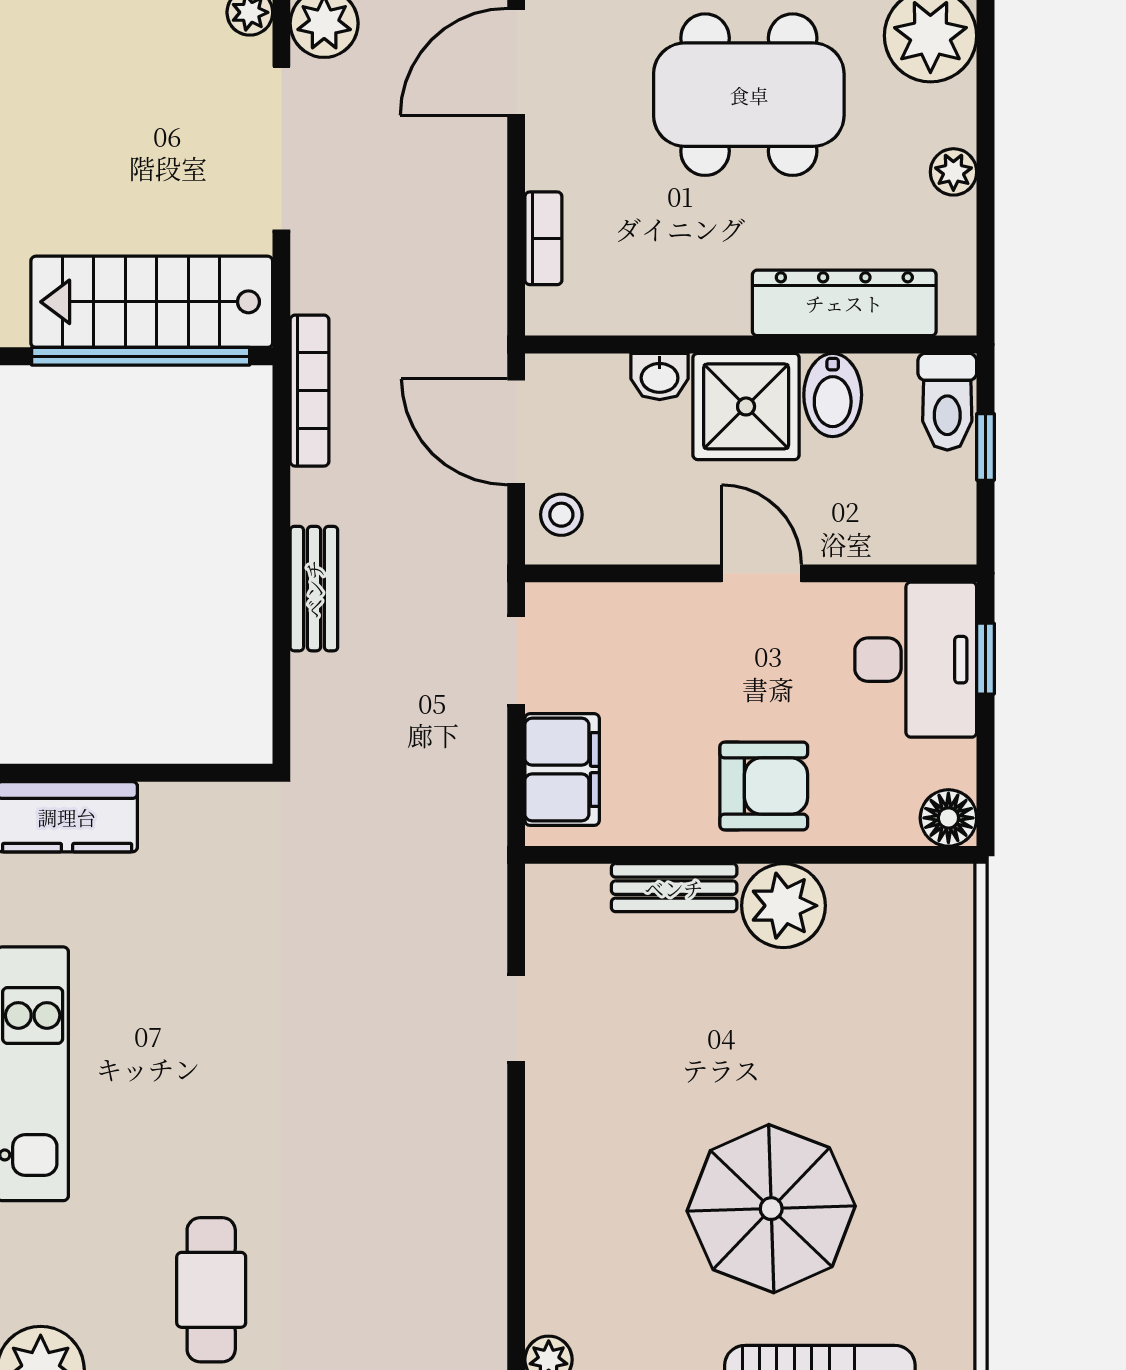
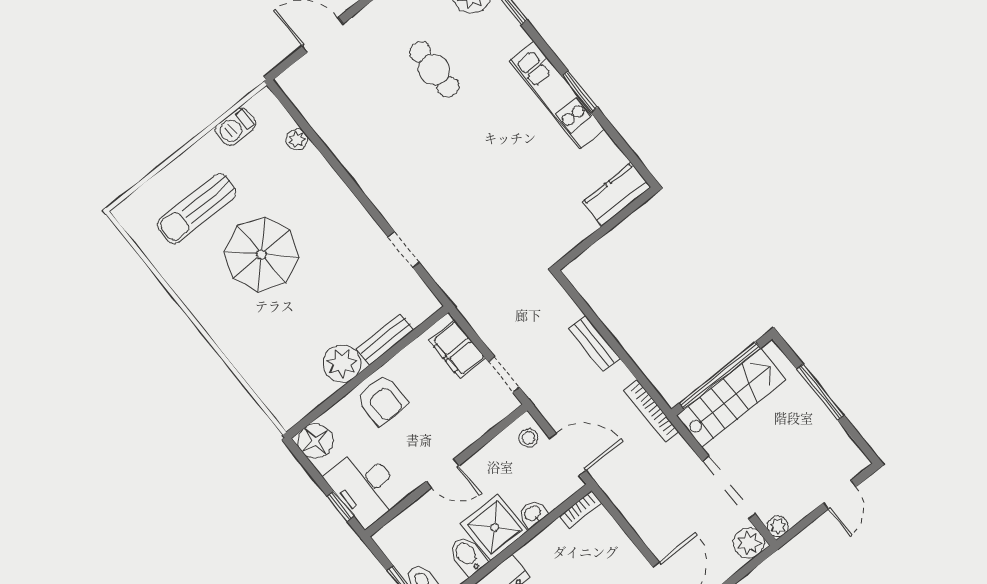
bookcase: (543, 238) -> (580, 510), moved, turned -90
armchair: (764, 786) -> (382, 400), turned -90
floor lamp: (948, 818) -> (315, 441), width x1.38, depth x1.38

